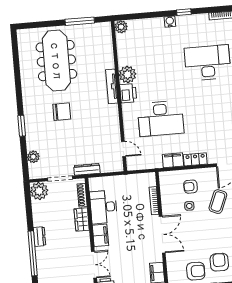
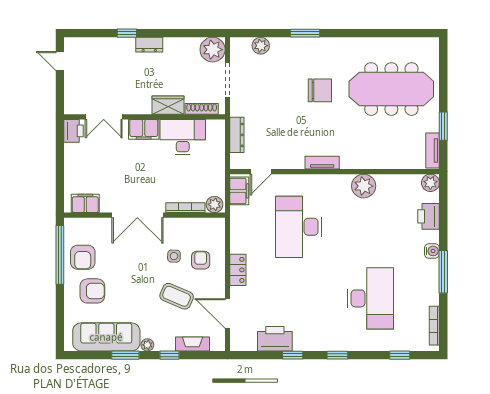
window: (184, 12) -> (443, 272), width x2.17
window: (80, 21) -> (443, 126), width x0.69
tv unit: (98, 27) -> (433, 150), added
tv unit: (112, 86) -> (322, 163), moved, width x0.71
printer: (128, 93) -> (429, 216), moved, turned 90
chair: (62, 112) -> (320, 90), turned -90
filing cabinet: (173, 160) -> (239, 191), moved
dresser: (87, 169) -> (237, 135), moved
plant: (150, 180) -> (214, 204), added
window: (33, 253) -> (127, 33), width x0.32

